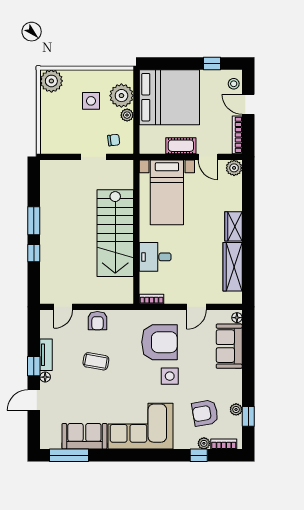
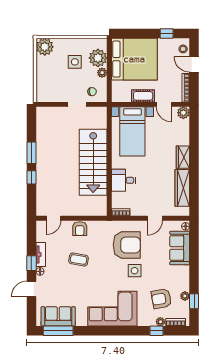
sofa: (84, 436) -> (58, 316), moved

